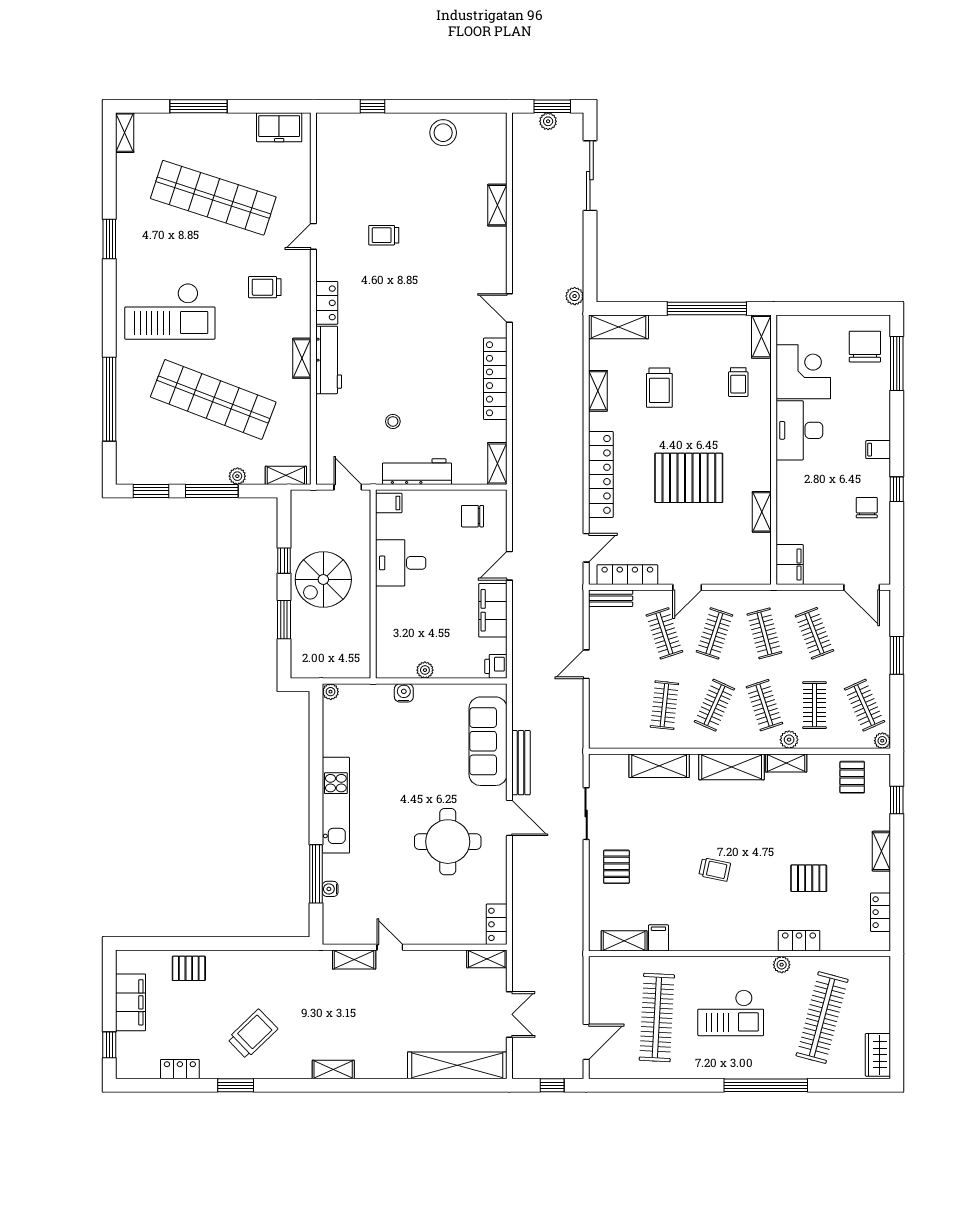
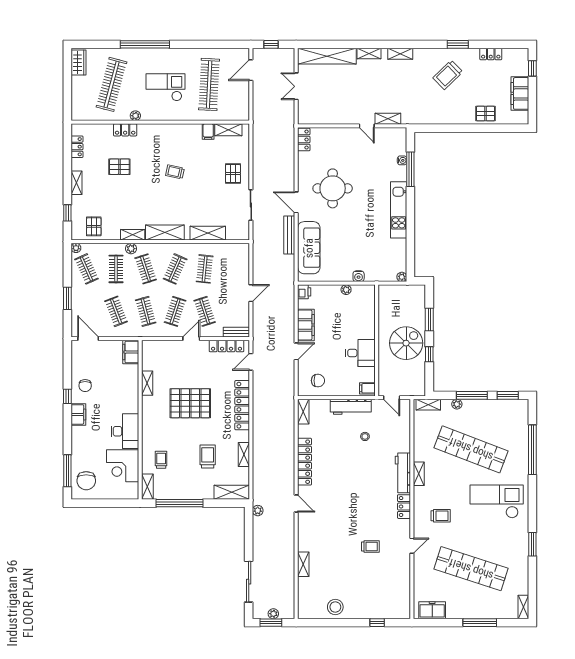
filing cabinet: (878, 450) -> (78, 414), width x2.00
shelving: (487, 959) -> (369, 54), moved

